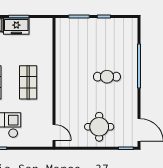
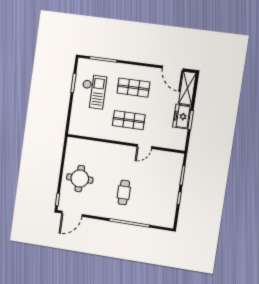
door: (54, 133) -> (144, 147), moved

